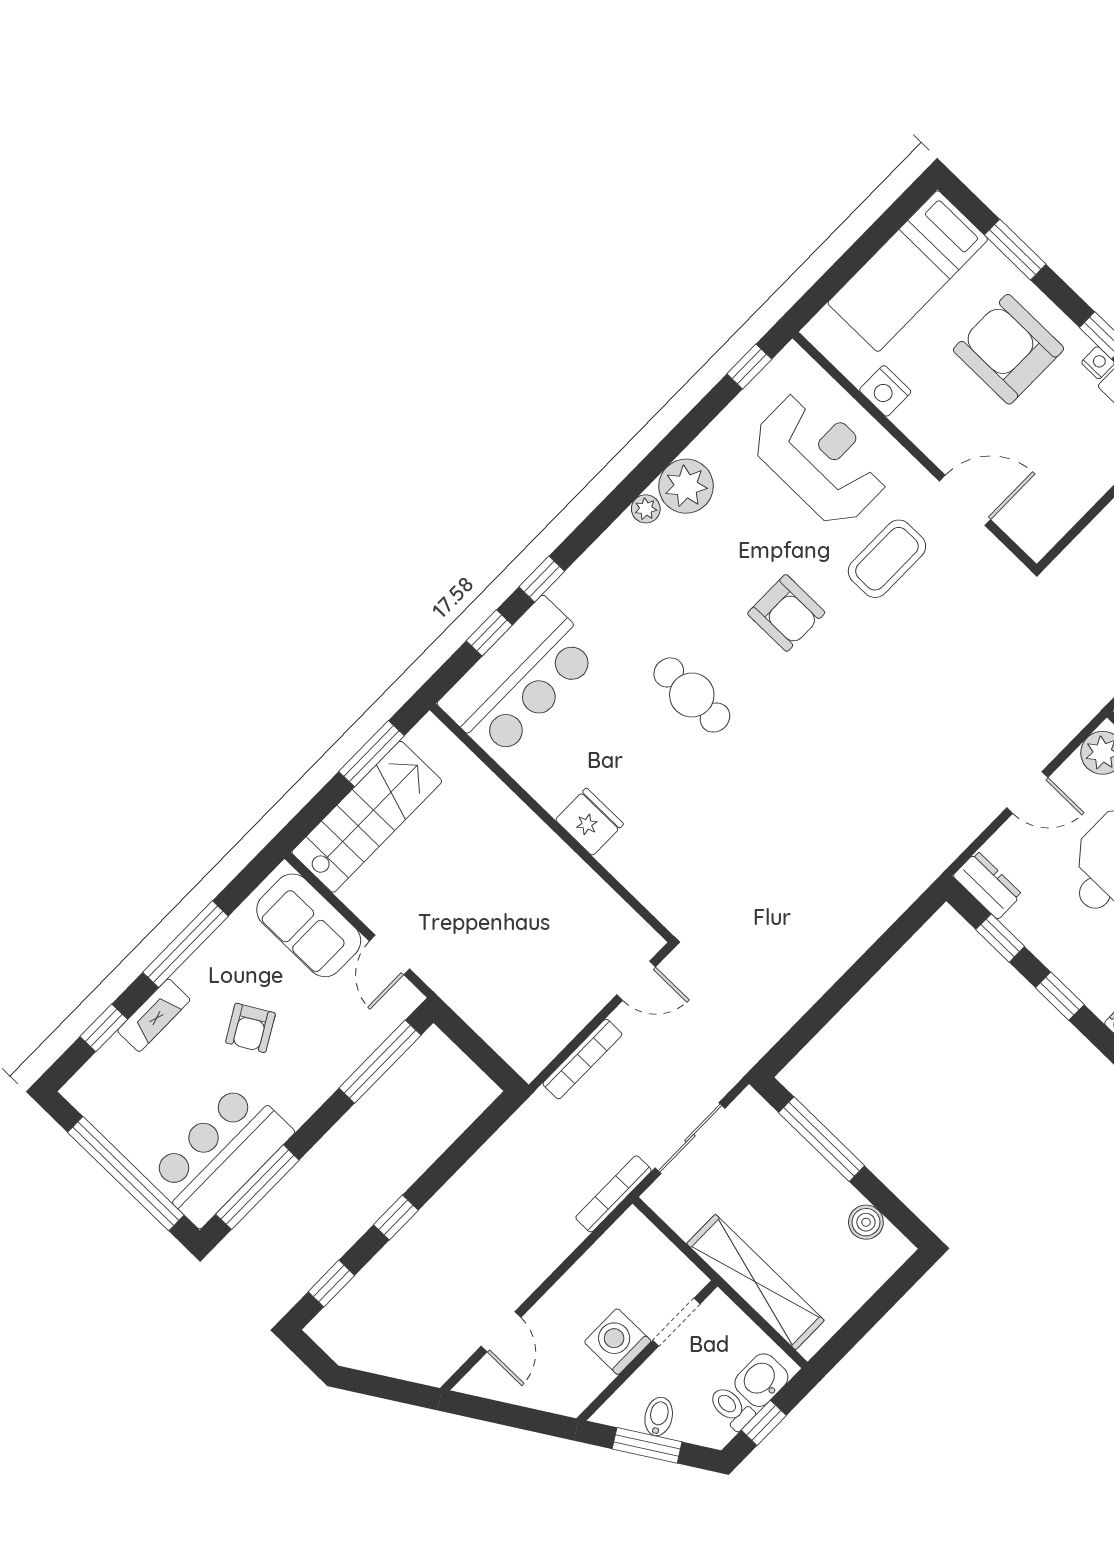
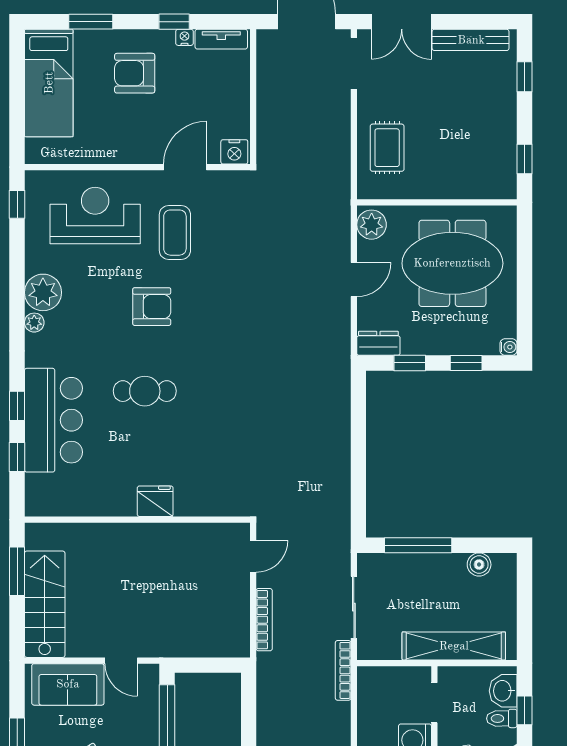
armchair: (1009, 349) -> (135, 73), width x0.73, depth x0.73
nightstand: (885, 391) -> (234, 152), moved
bar counter: (520, 678) -> (53, 420), moved

